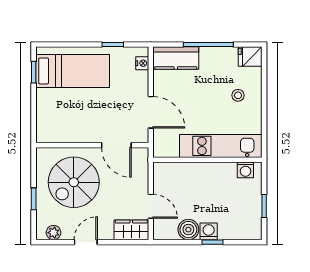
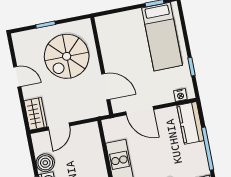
door: (151, 112) -> (140, 111), hinge flipped
door: (116, 145) -> (106, 87), swing flipped
spiral stairs: (74, 182) -> (67, 56), turned -90
plant: (54, 233) -> (20, 47), removed

